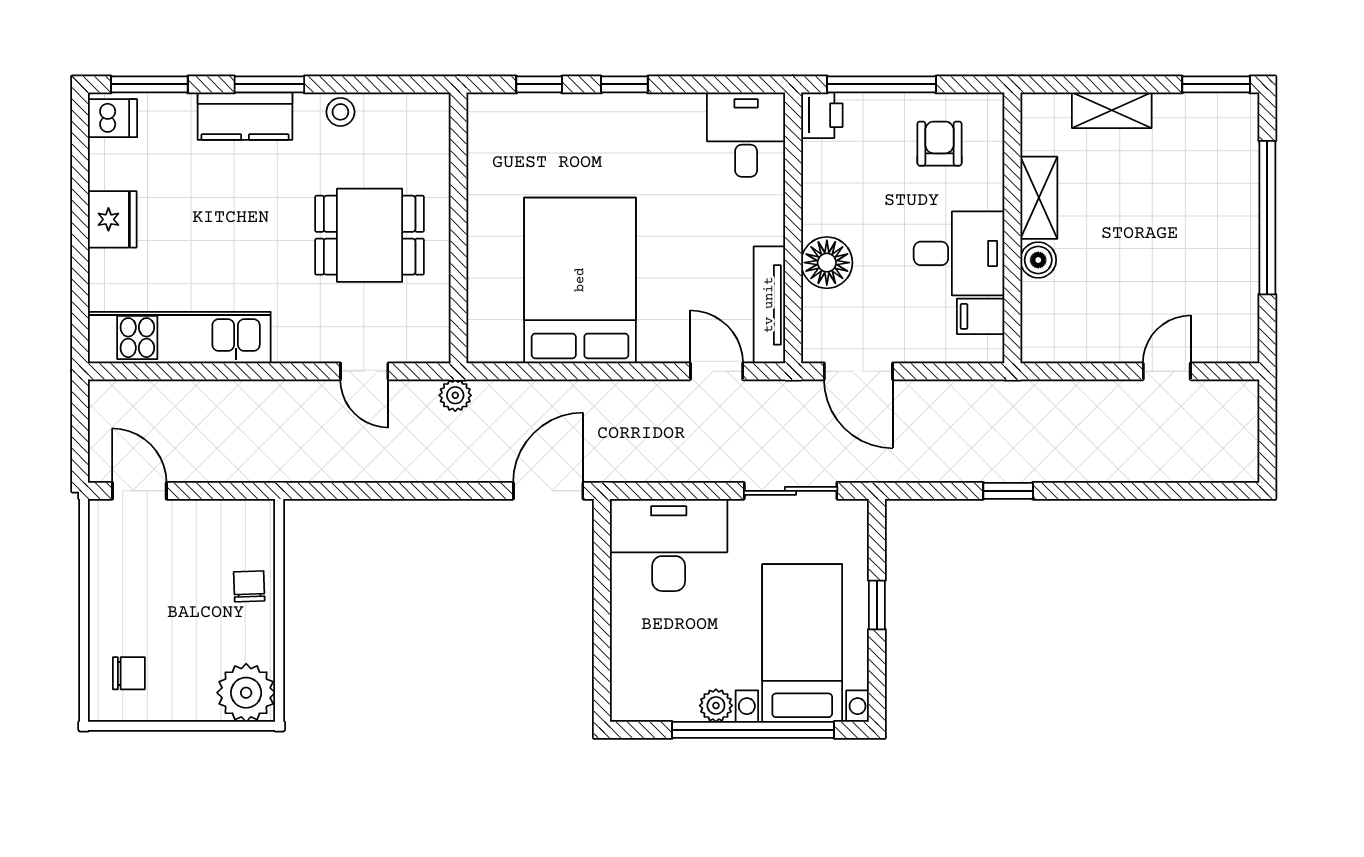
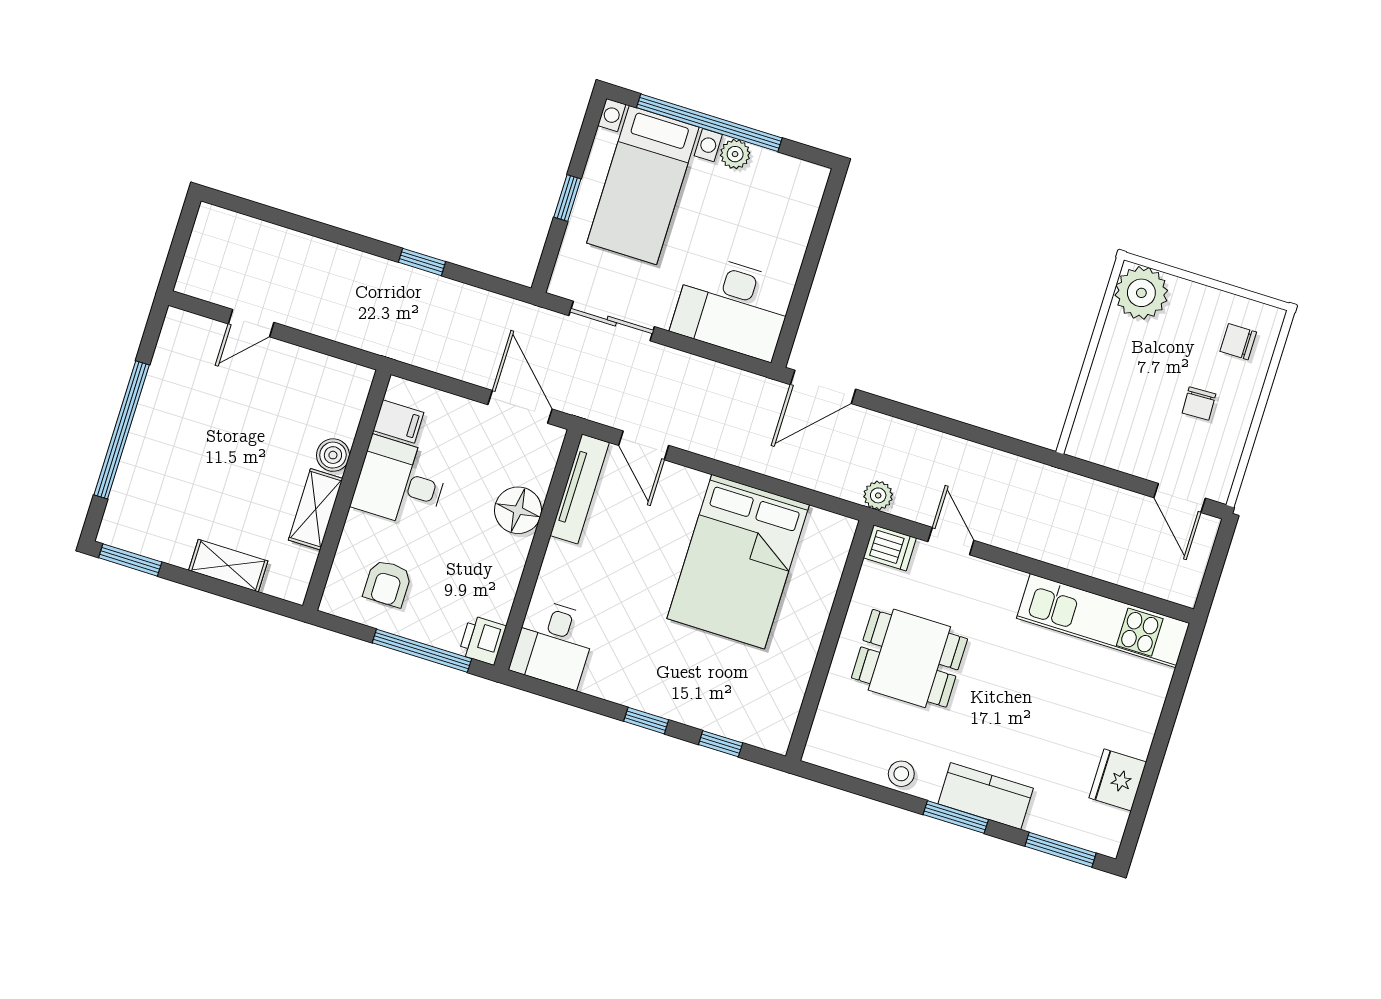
dishwasher: (113, 118) -> (890, 548), moved, turned 180
fridge: (112, 219) -> (1118, 780), moved
chair: (249, 586) -> (1199, 403), moved

